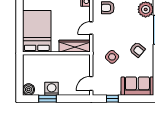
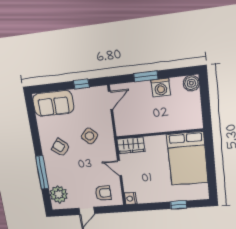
door: (91, 28) -> (120, 168), swing flipped
wardrobe: (75, 46) -> (131, 145), width x0.67
window: (47, 99) -> (146, 76), moved

